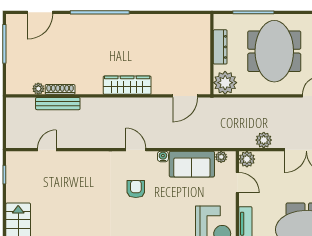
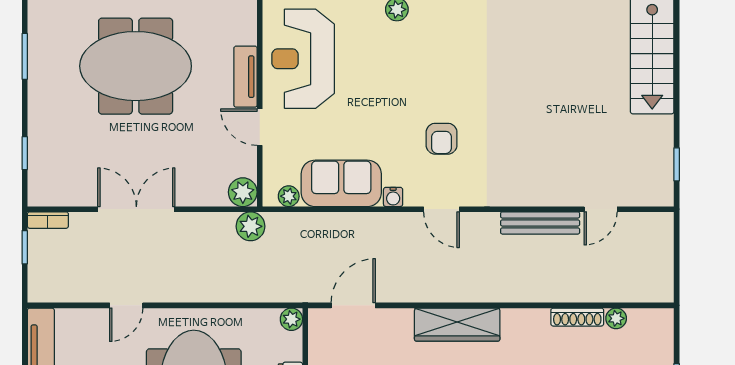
plant: (225, 83) -> (291, 319), width x0.53, depth x0.53
bench: (58, 104) -> (540, 223), moved
plant: (264, 140) -> (251, 226), moved
door: (237, 183) -> (260, 127), moved

